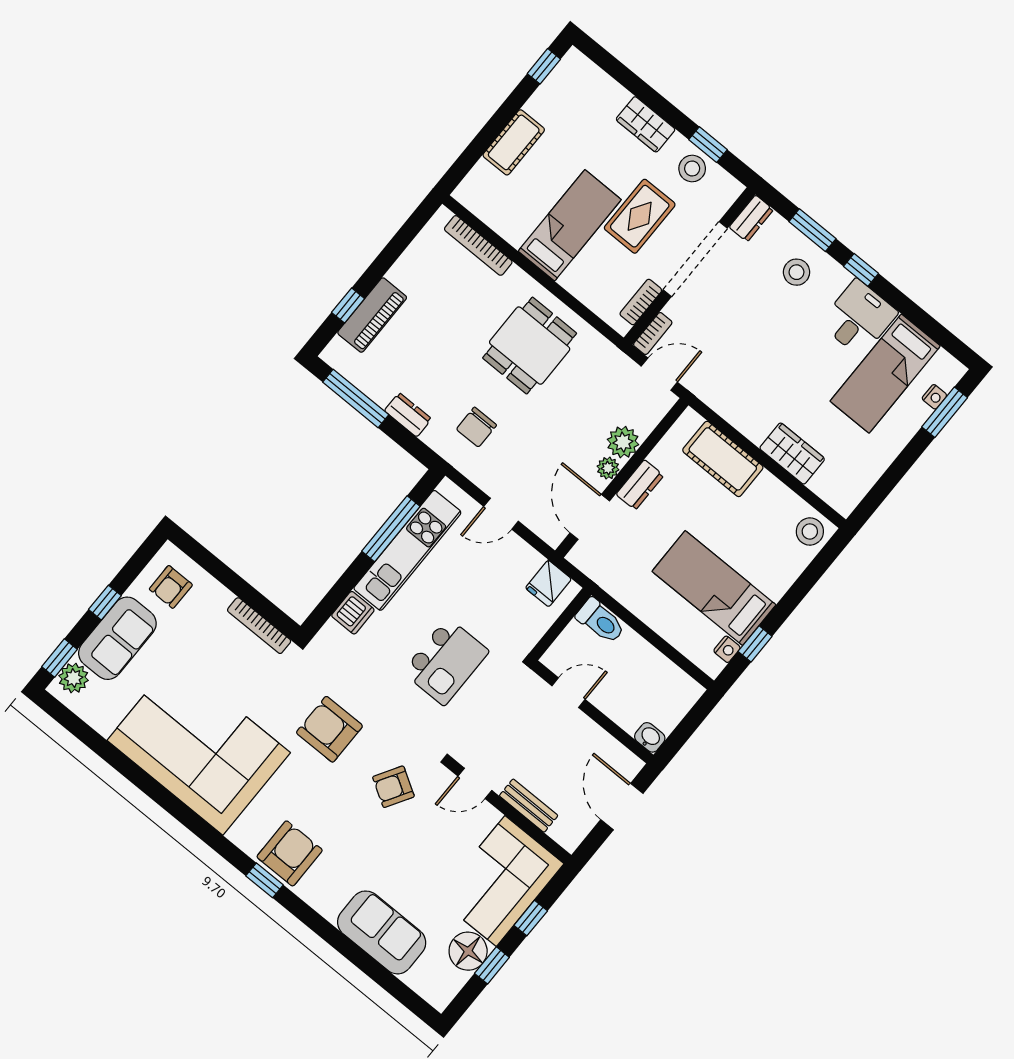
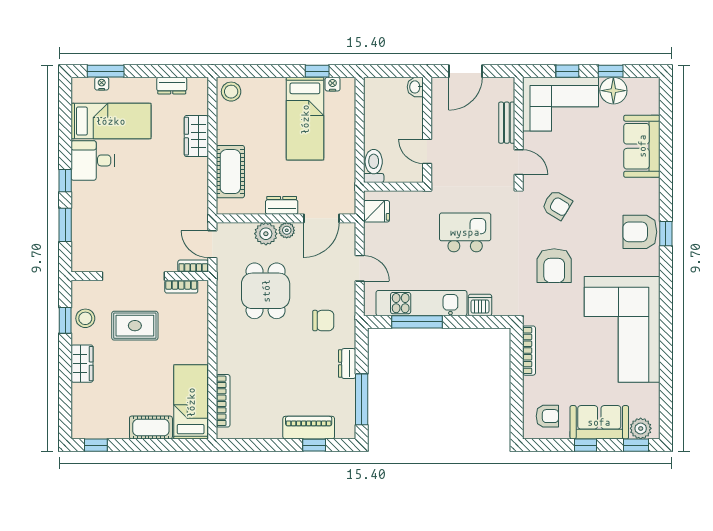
dresser: (751, 218) -> (172, 86), moved, turned 180
bed: (570, 225) -> (191, 402), moved, turned 90
stool: (797, 272) -> (95, 215), removed
dining table: (530, 346) -> (266, 291), moved, turned 90

